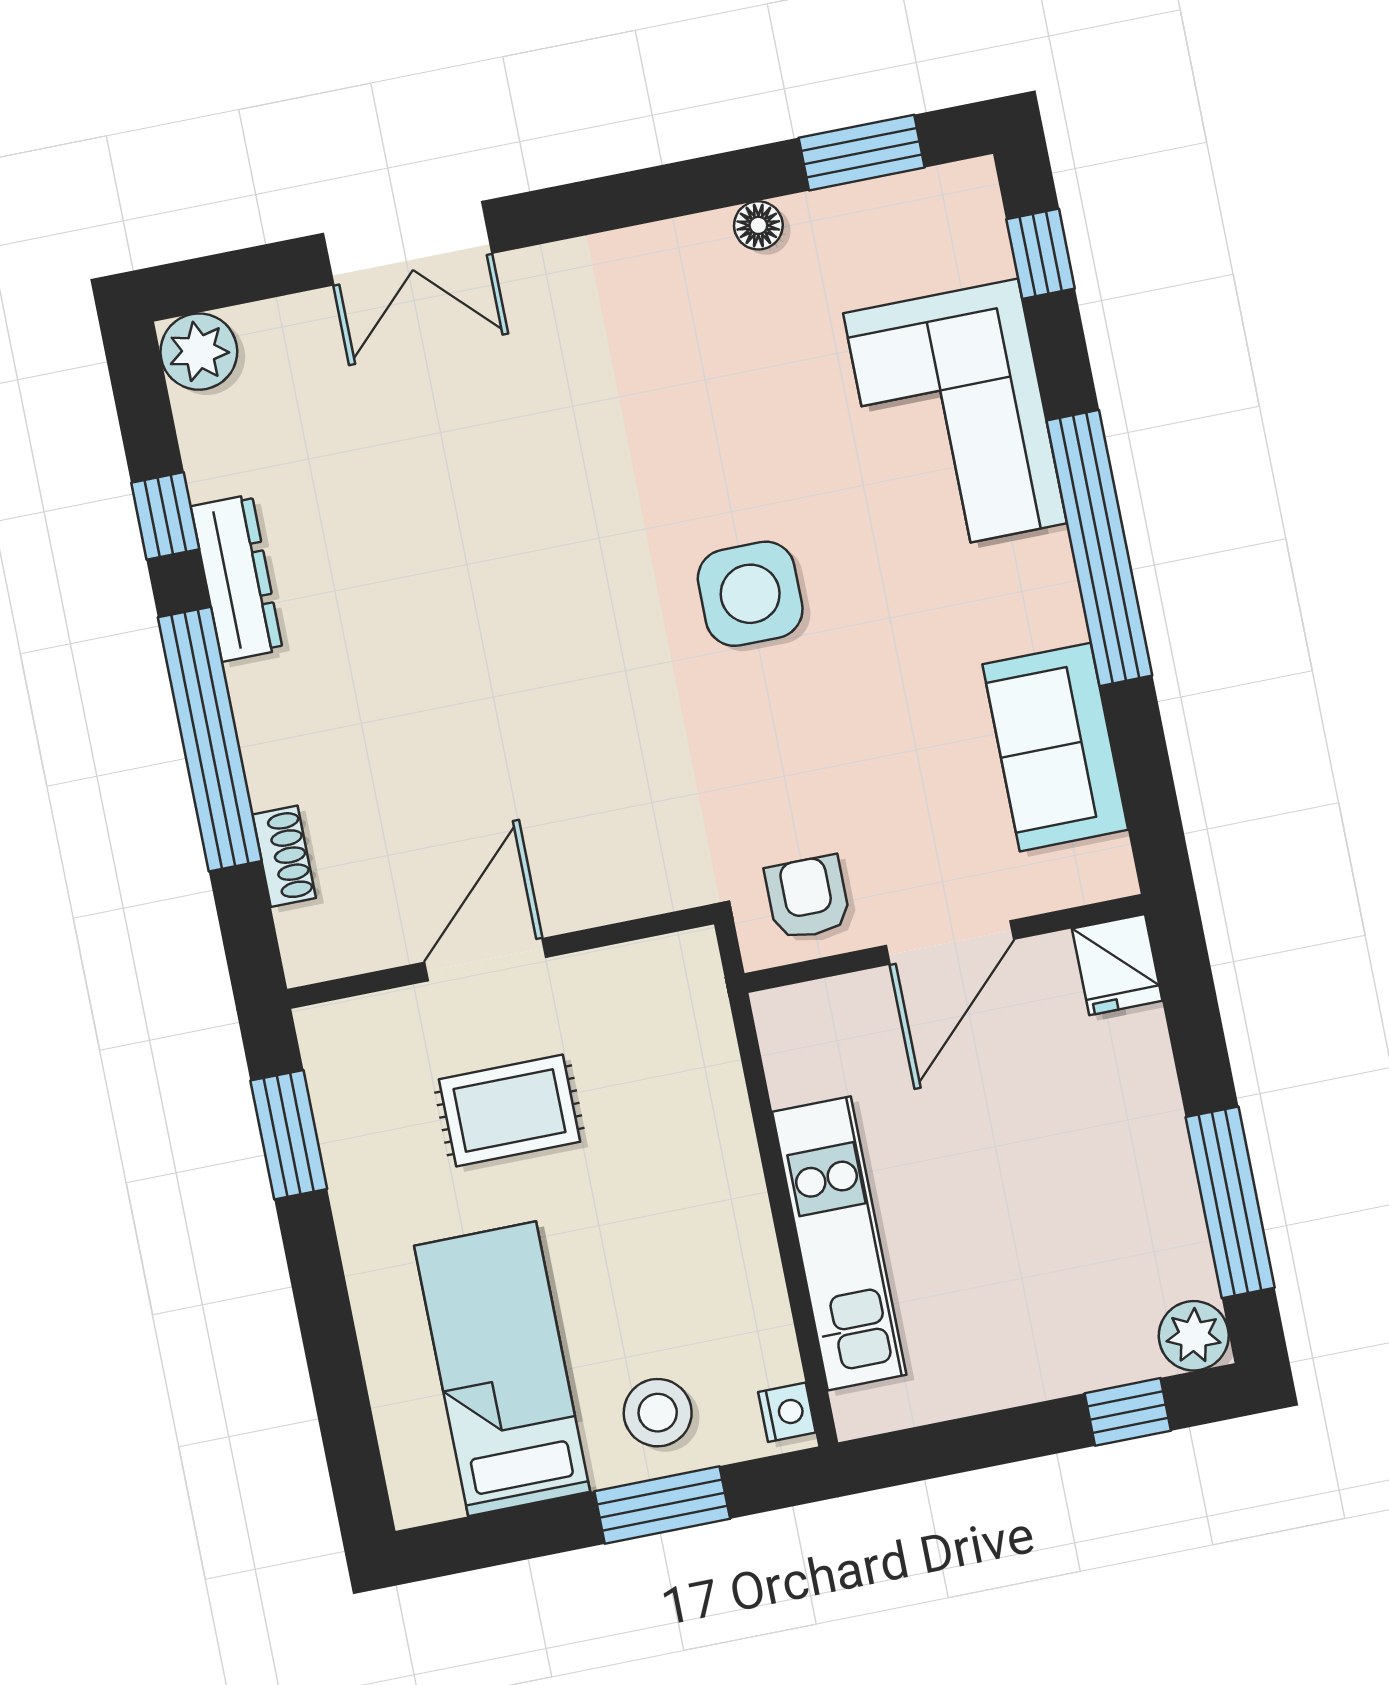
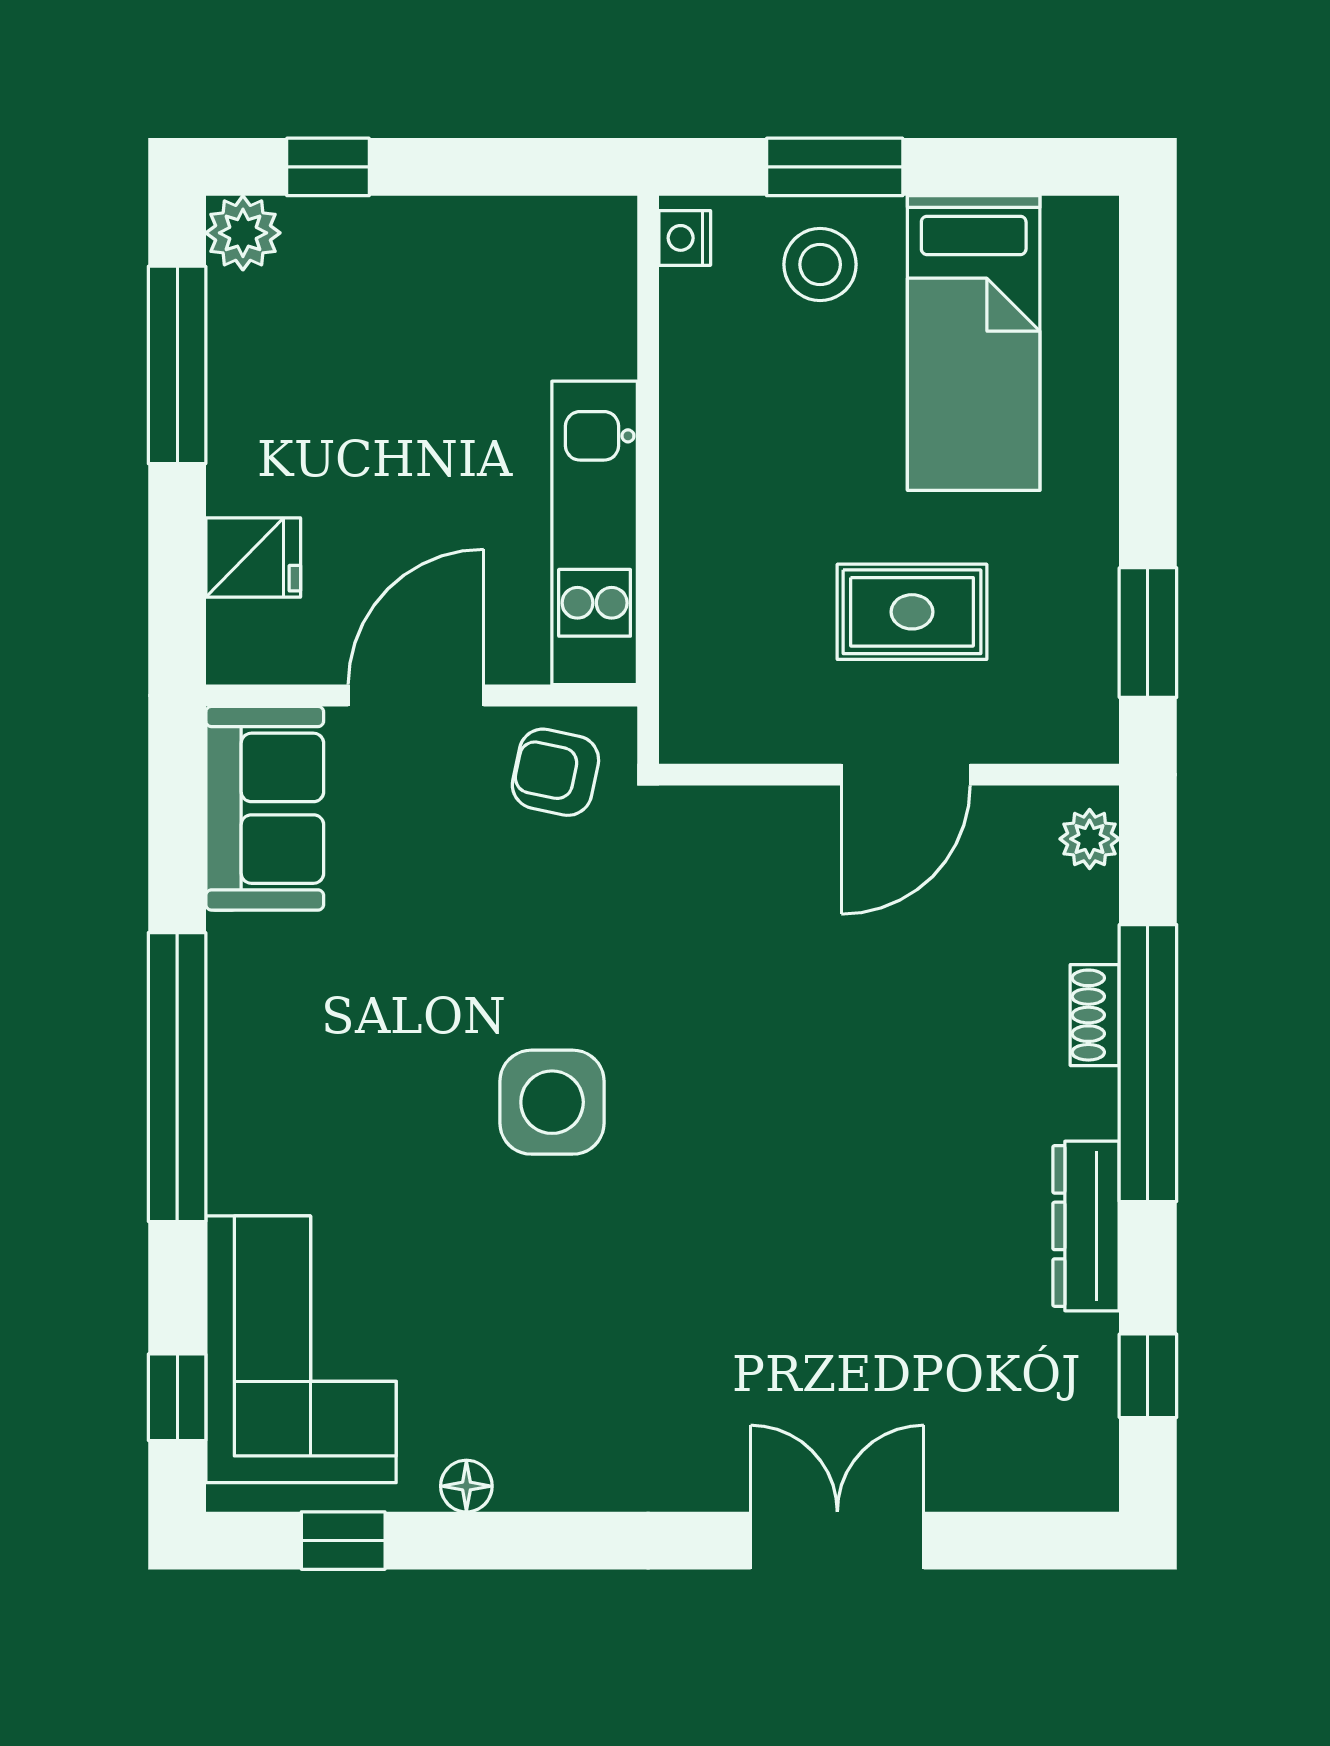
window: (862, 153) -> (343, 1541), width x0.67
plant: (199, 352) -> (1090, 839), moved, width x0.73, depth x0.73
corner sofa: (955, 418) -> (301, 1349), moved
window: (165, 516) -> (1148, 1376), moved
sofa: (1055, 747) -> (265, 808), moved
shoe rack: (284, 856) -> (1095, 1015), moved
armchair: (808, 898) -> (555, 772), turned 102
fridge: (1117, 965) -> (253, 557), moved, turned 90
kitchen unit: (839, 1243) -> (595, 533), moved

